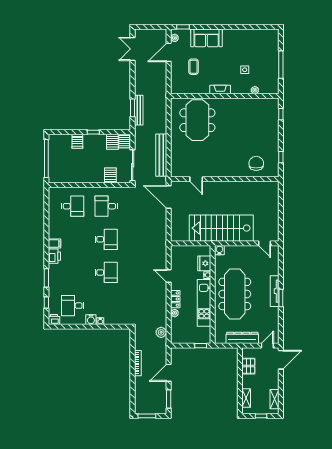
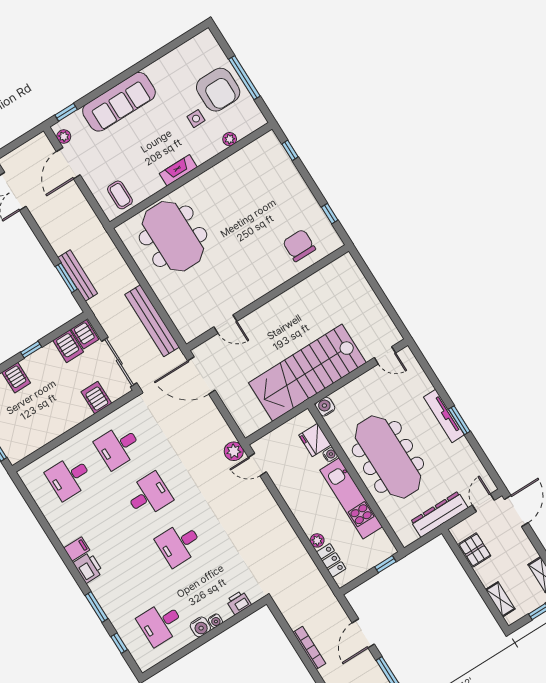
sofa: (206, 38) -> (119, 102), width x1.36
armchair: (264, 62) -> (218, 90), added
coffee table: (194, 67) -> (120, 195), moved
desk: (73, 206) -> (69, 477), turned 180
desk: (106, 272) -> (179, 544), turned 180
door: (169, 276) -> (257, 465), moved
locker: (175, 299) -> (331, 560), moved
printer: (54, 319) -> (239, 603), moved
plant: (161, 332) -> (234, 451), moved

